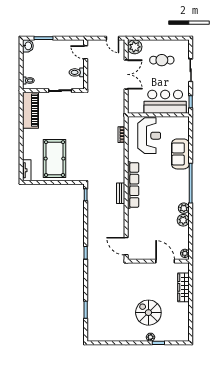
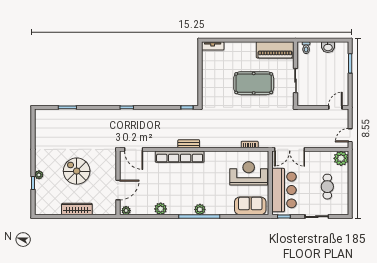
washbasin: (28, 46) -> (328, 47), moved
toilet: (77, 72) -> (314, 98), removed
double door: (126, 74) -> (290, 149), moved
reception desk: (149, 136) -> (249, 173), turned 180
sofa: (180, 154) -> (250, 206), moved
pool table: (55, 159) -> (254, 83), moved
row of seats: (133, 185) -> (180, 157), moved
plant: (184, 208) -> (200, 209), moved
door: (126, 246) -> (134, 149), swing flipped
wardrobe: (183, 287) -> (77, 209), moved
spiral stairs: (148, 313) -> (77, 171), moved, turned -90

